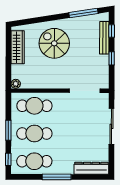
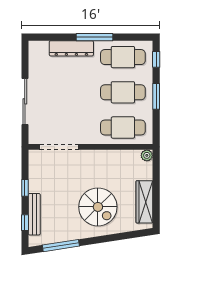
dresser: (91, 168) -> (71, 48), moved

